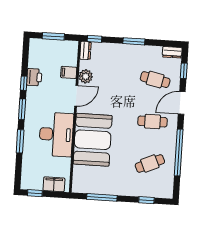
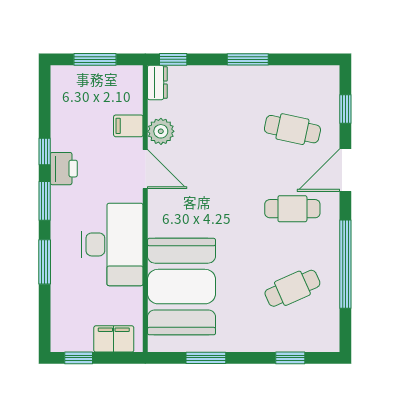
dresser: (172, 52) -> (321, 76), removed
printer: (34, 77) -> (64, 169), moved
door: (76, 96) -> (145, 169), hinge flipped
booth: (93, 140) -> (181, 287), moved
window: (102, 197) -> (206, 358), width x0.69

